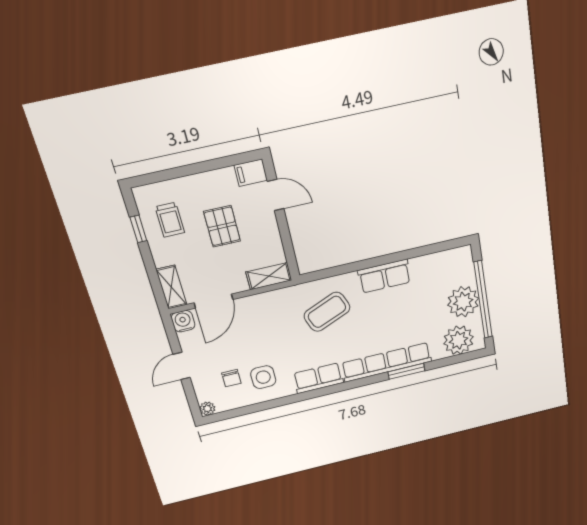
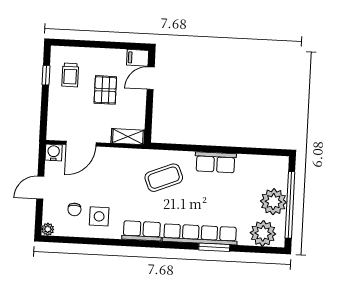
door: (276, 195) -> (151, 78), swing flipped
shelving: (171, 287) -> (54, 124), removed

